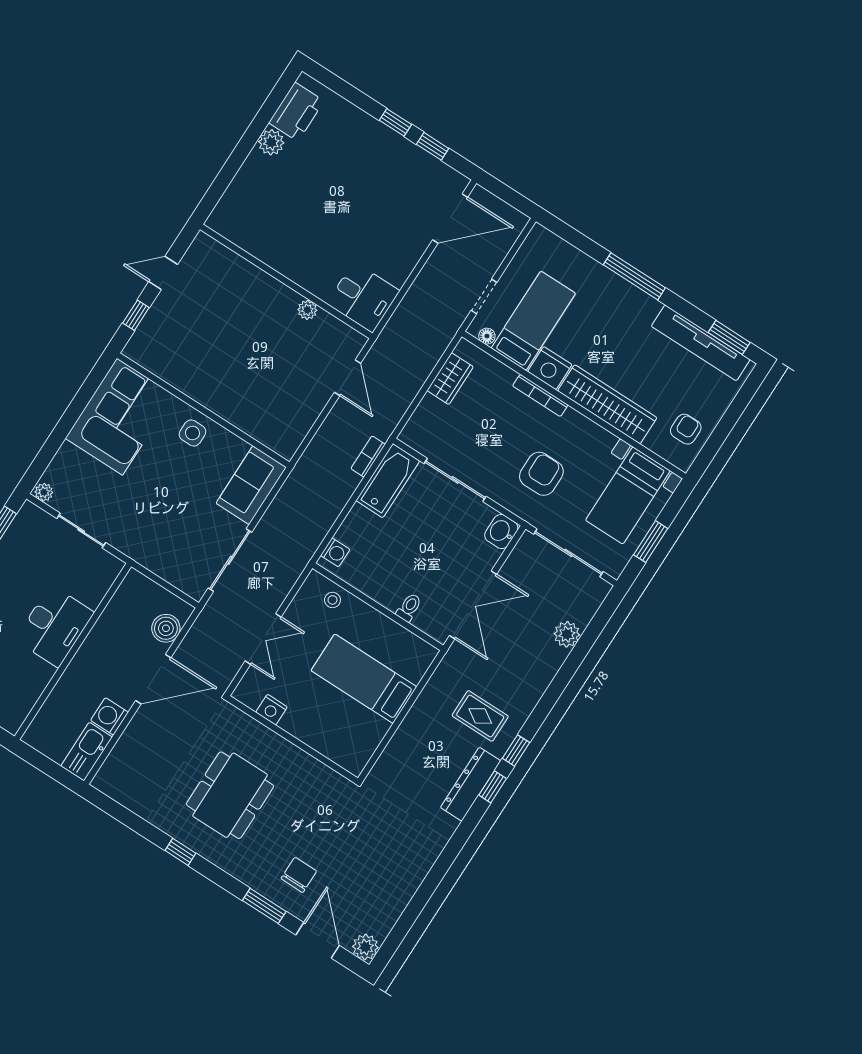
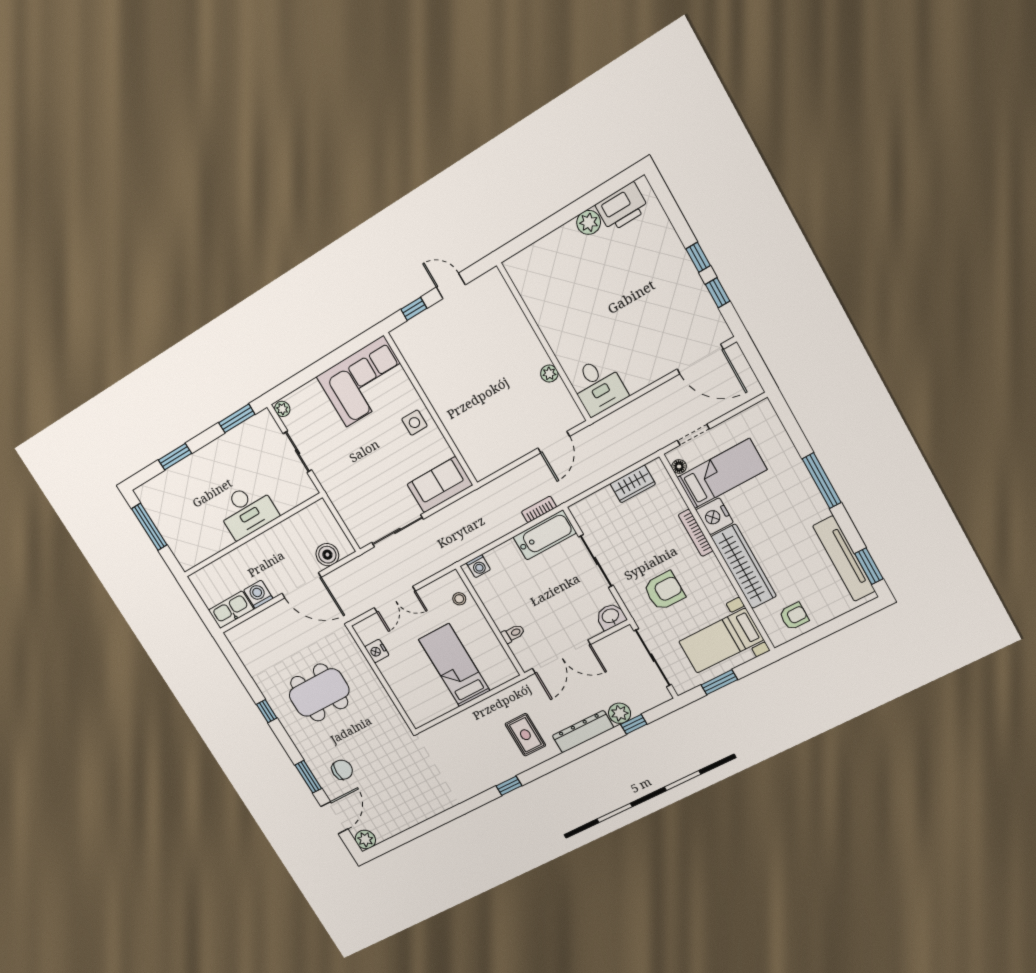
window: (516, 750) -> (634, 724), moved
dresser: (471, 784) -> (583, 732), moved

